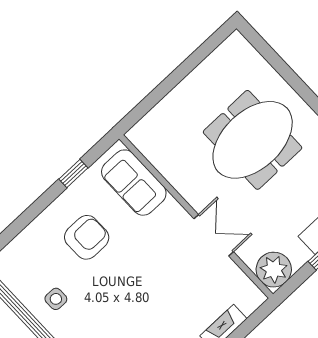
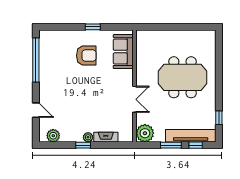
window: (73, 174) -> (93, 27), moved
side table: (56, 299) -> (53, 68), removed

